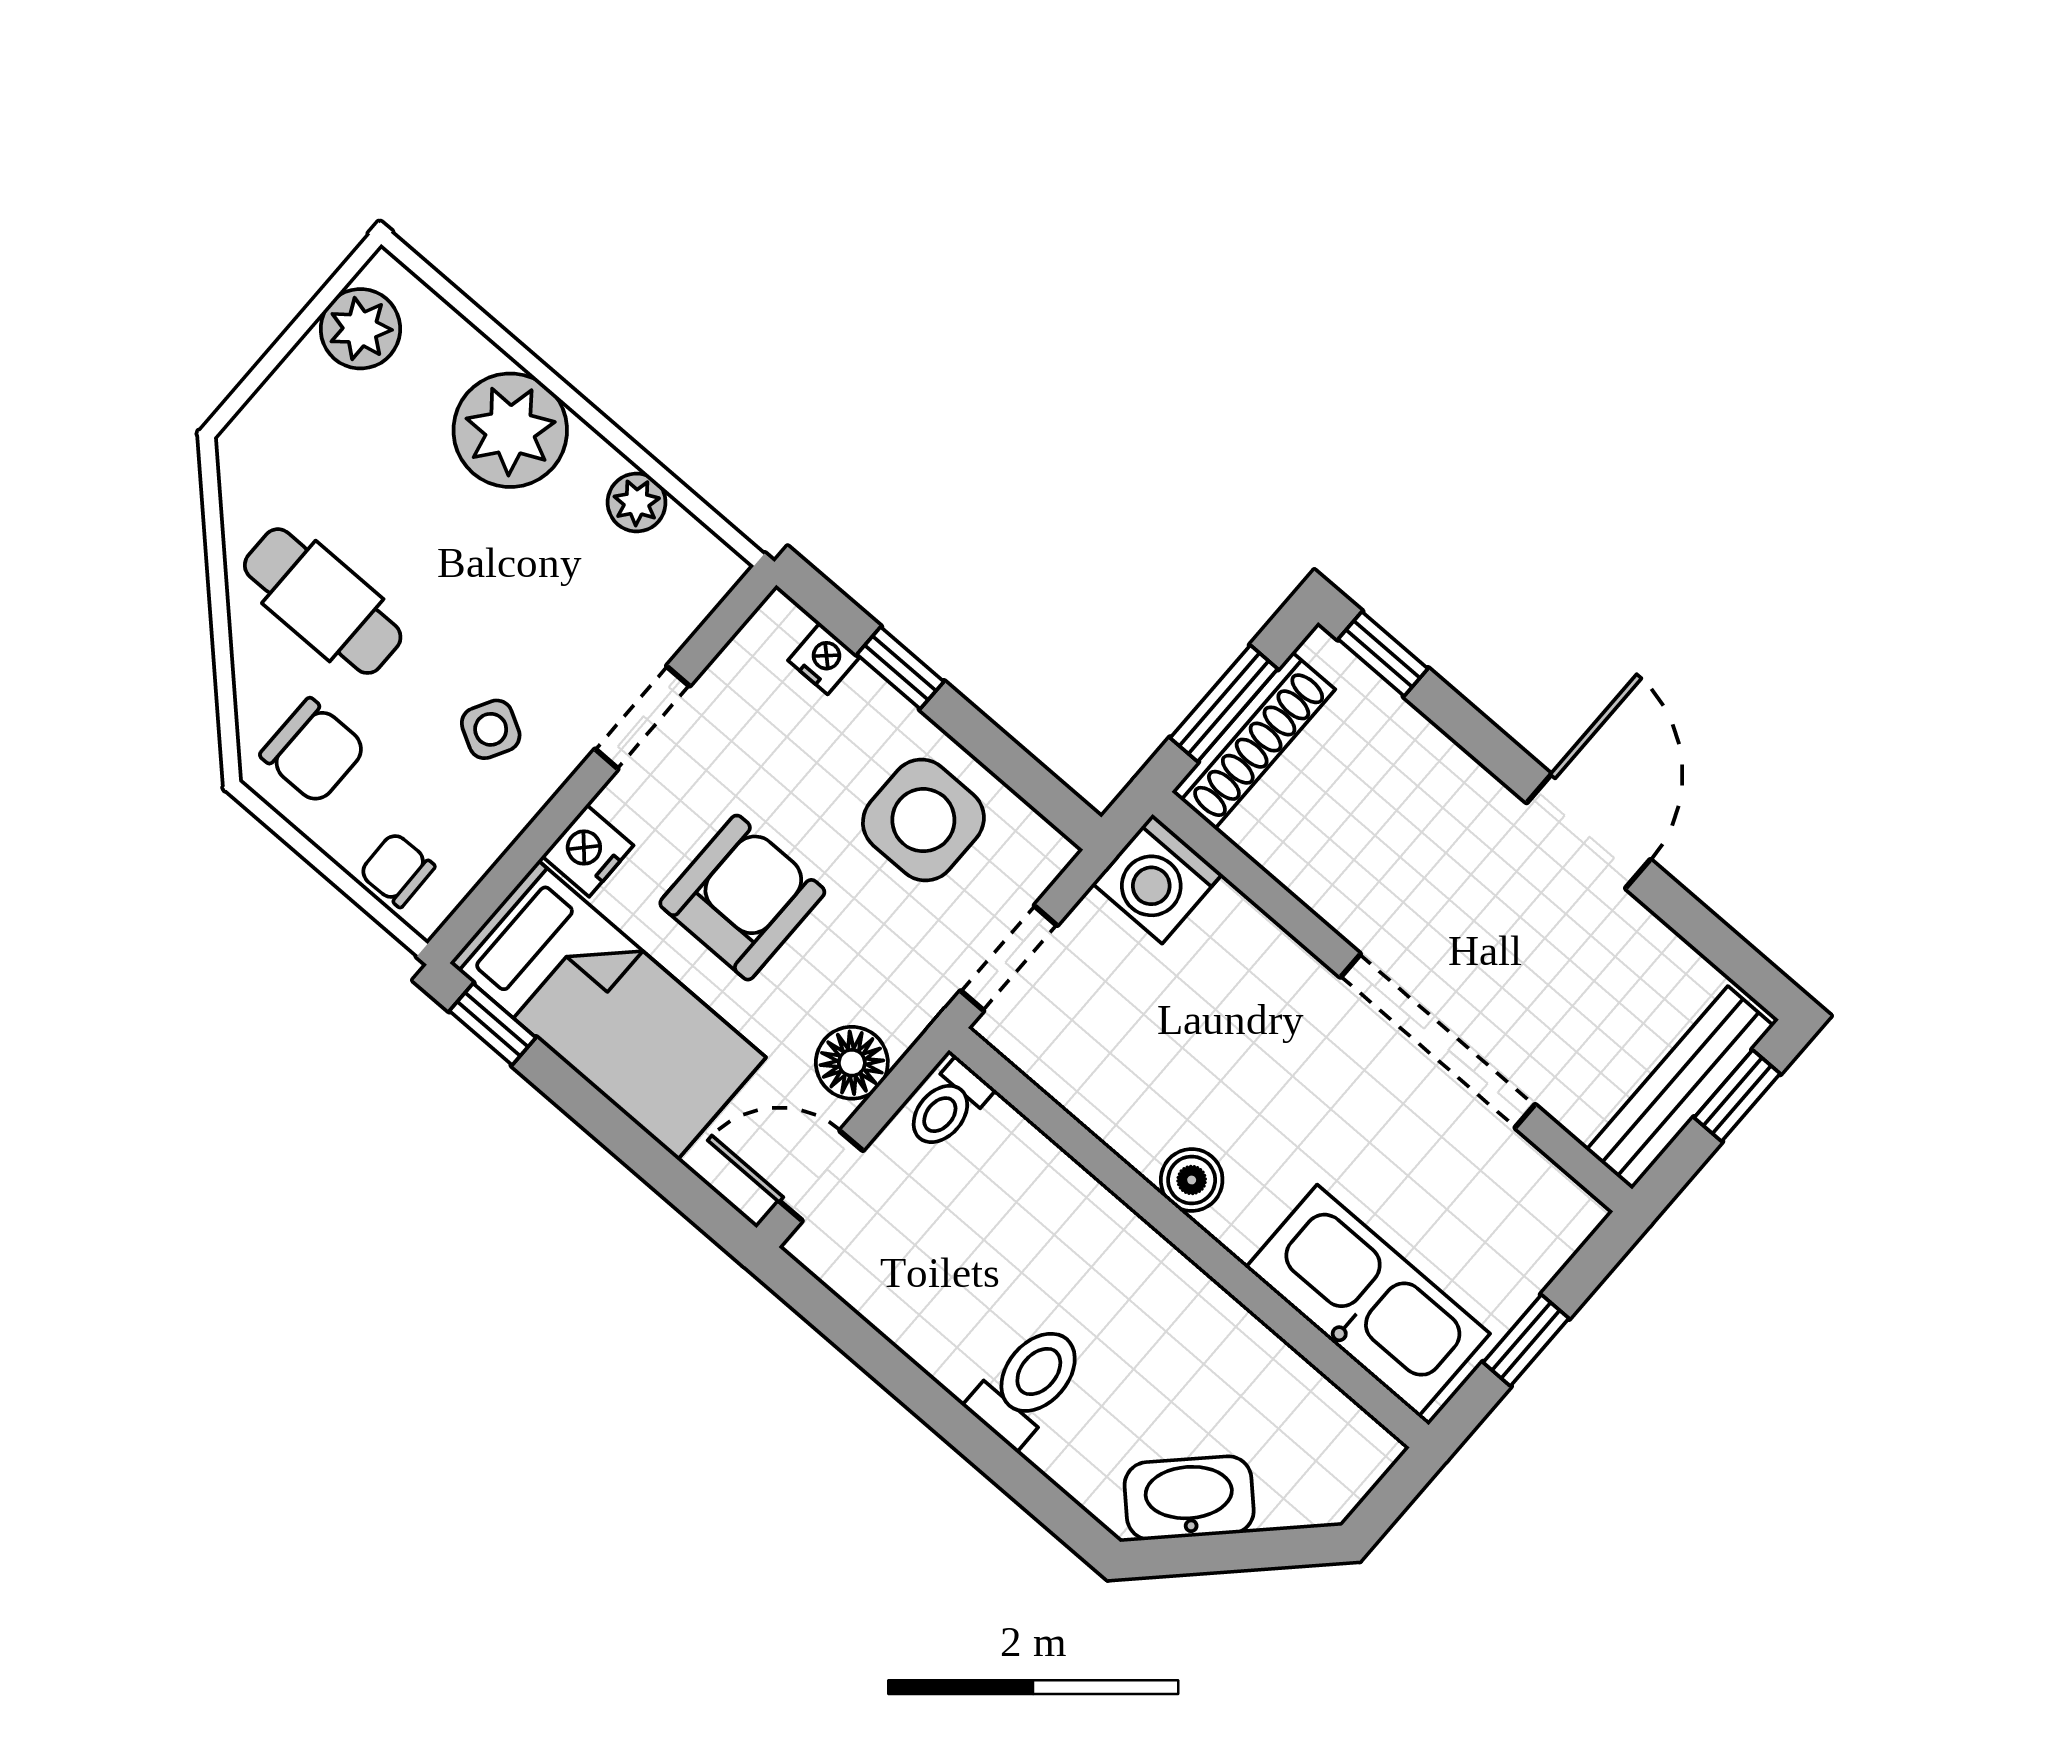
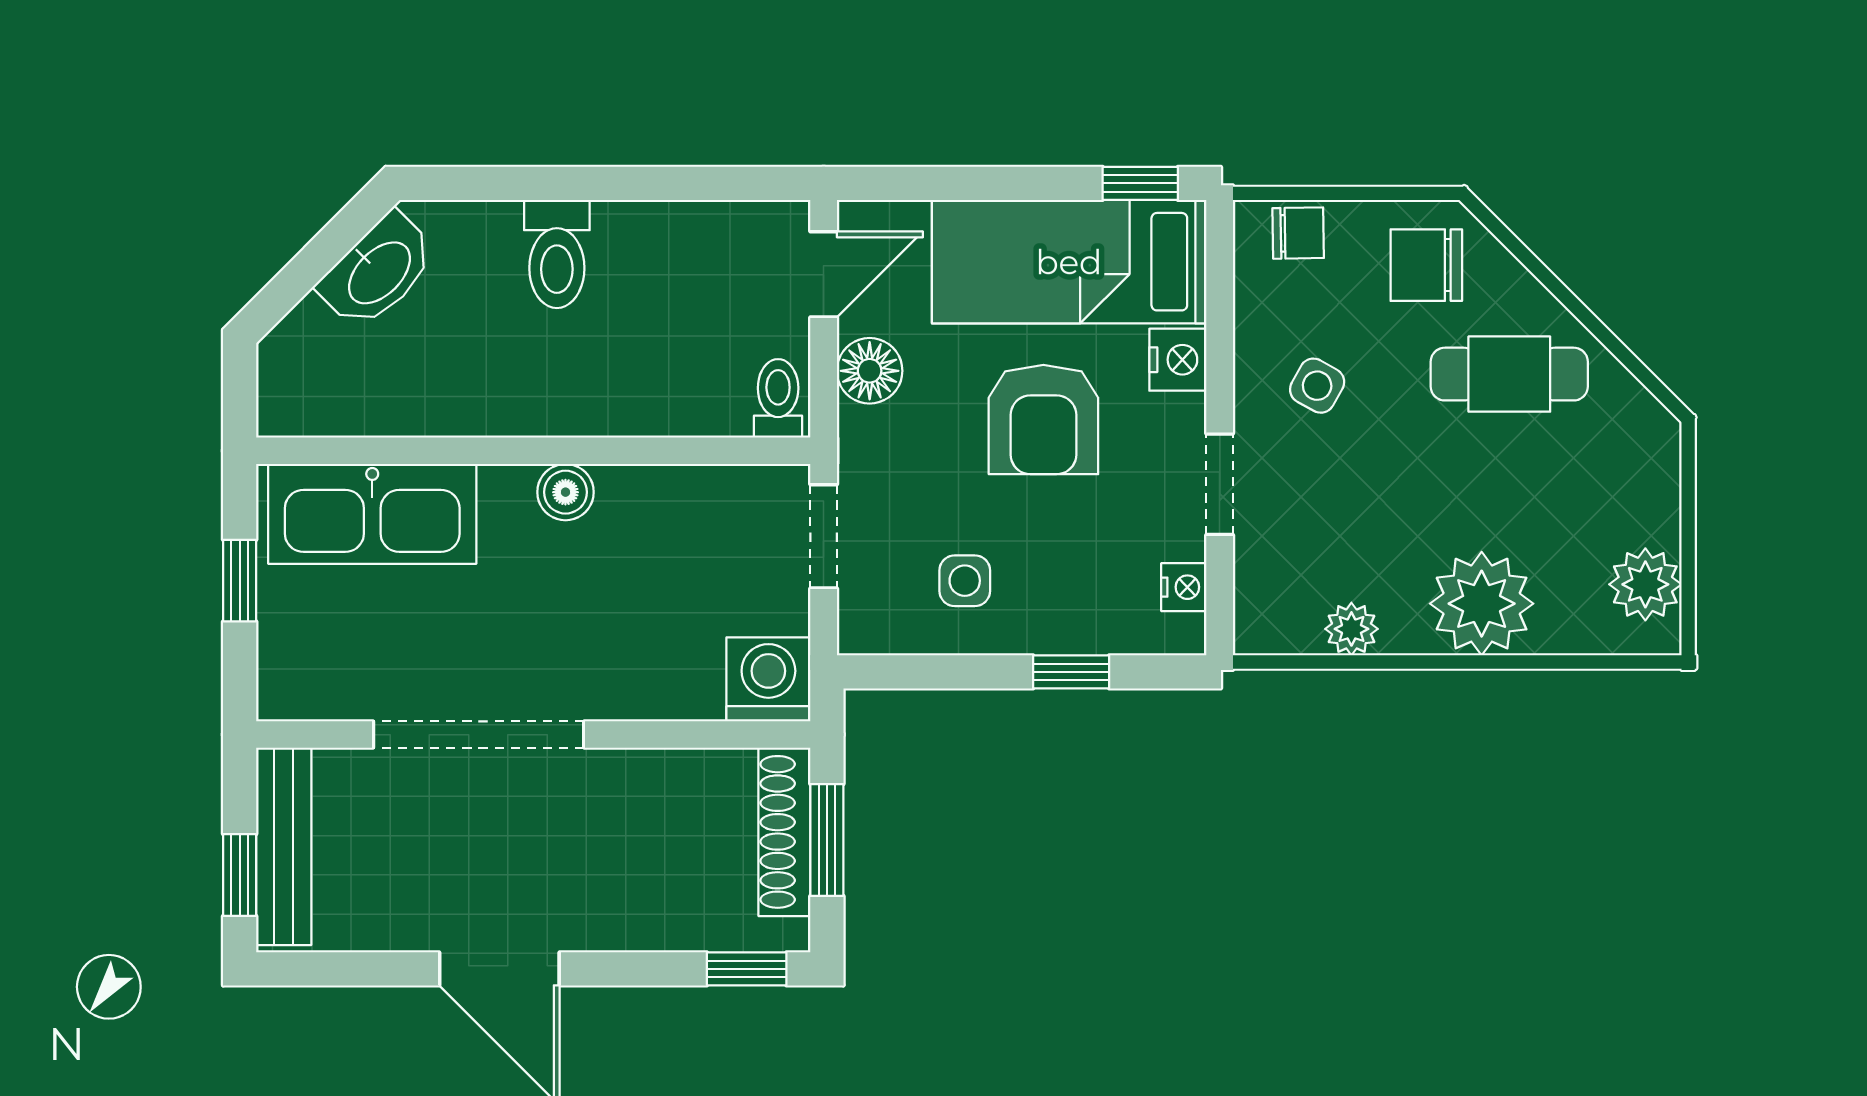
nightstand: (824, 659) -> (1184, 587), moved, turned -90
side table: (923, 820) -> (965, 581), width x0.54, depth x0.54

